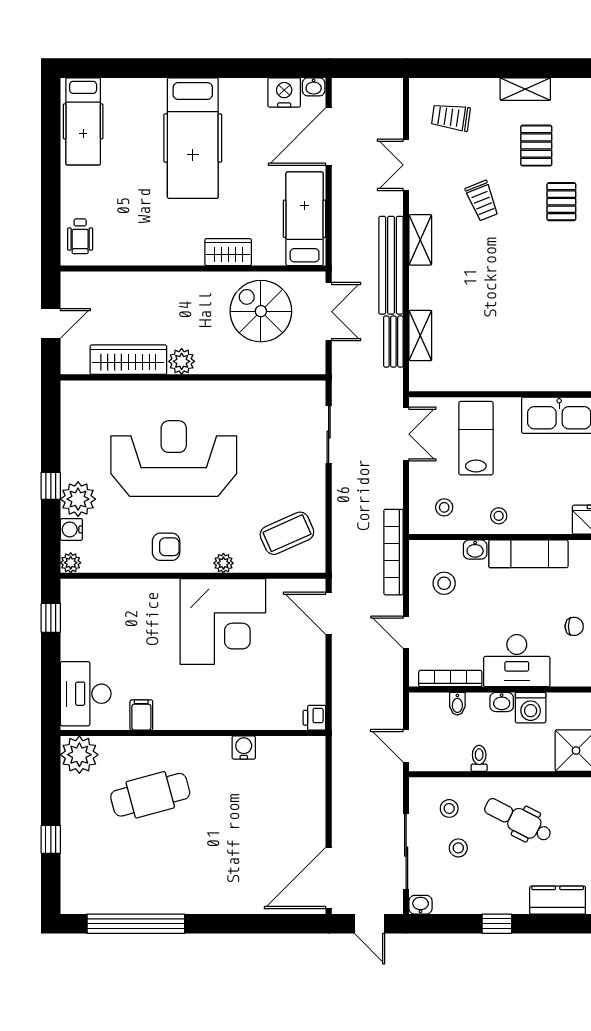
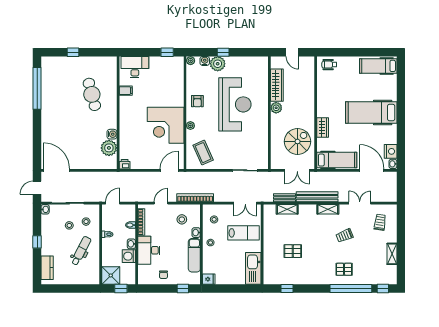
pallet: (536, 146) -> (293, 251), moved
plant: (79, 755) -> (109, 148), moved

